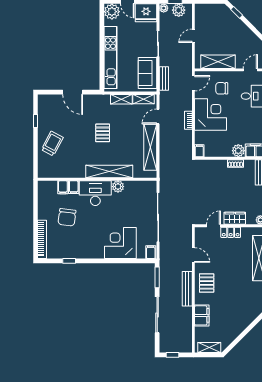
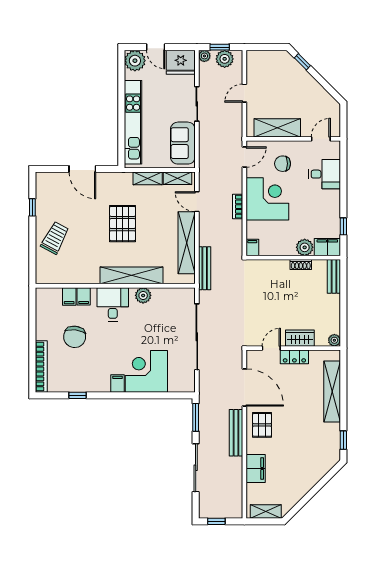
bench: (164, 78) -> (205, 268), moved, width x1.36
door: (158, 117) -> (197, 202), hinge flipped
pallet: (103, 133) -> (123, 224), width x1.50, depth x1.42
desk: (95, 193) -> (113, 304), width x0.73
filing cabinet: (151, 252) -> (118, 384), moved
door: (193, 255) -> (244, 387), width x1.87

